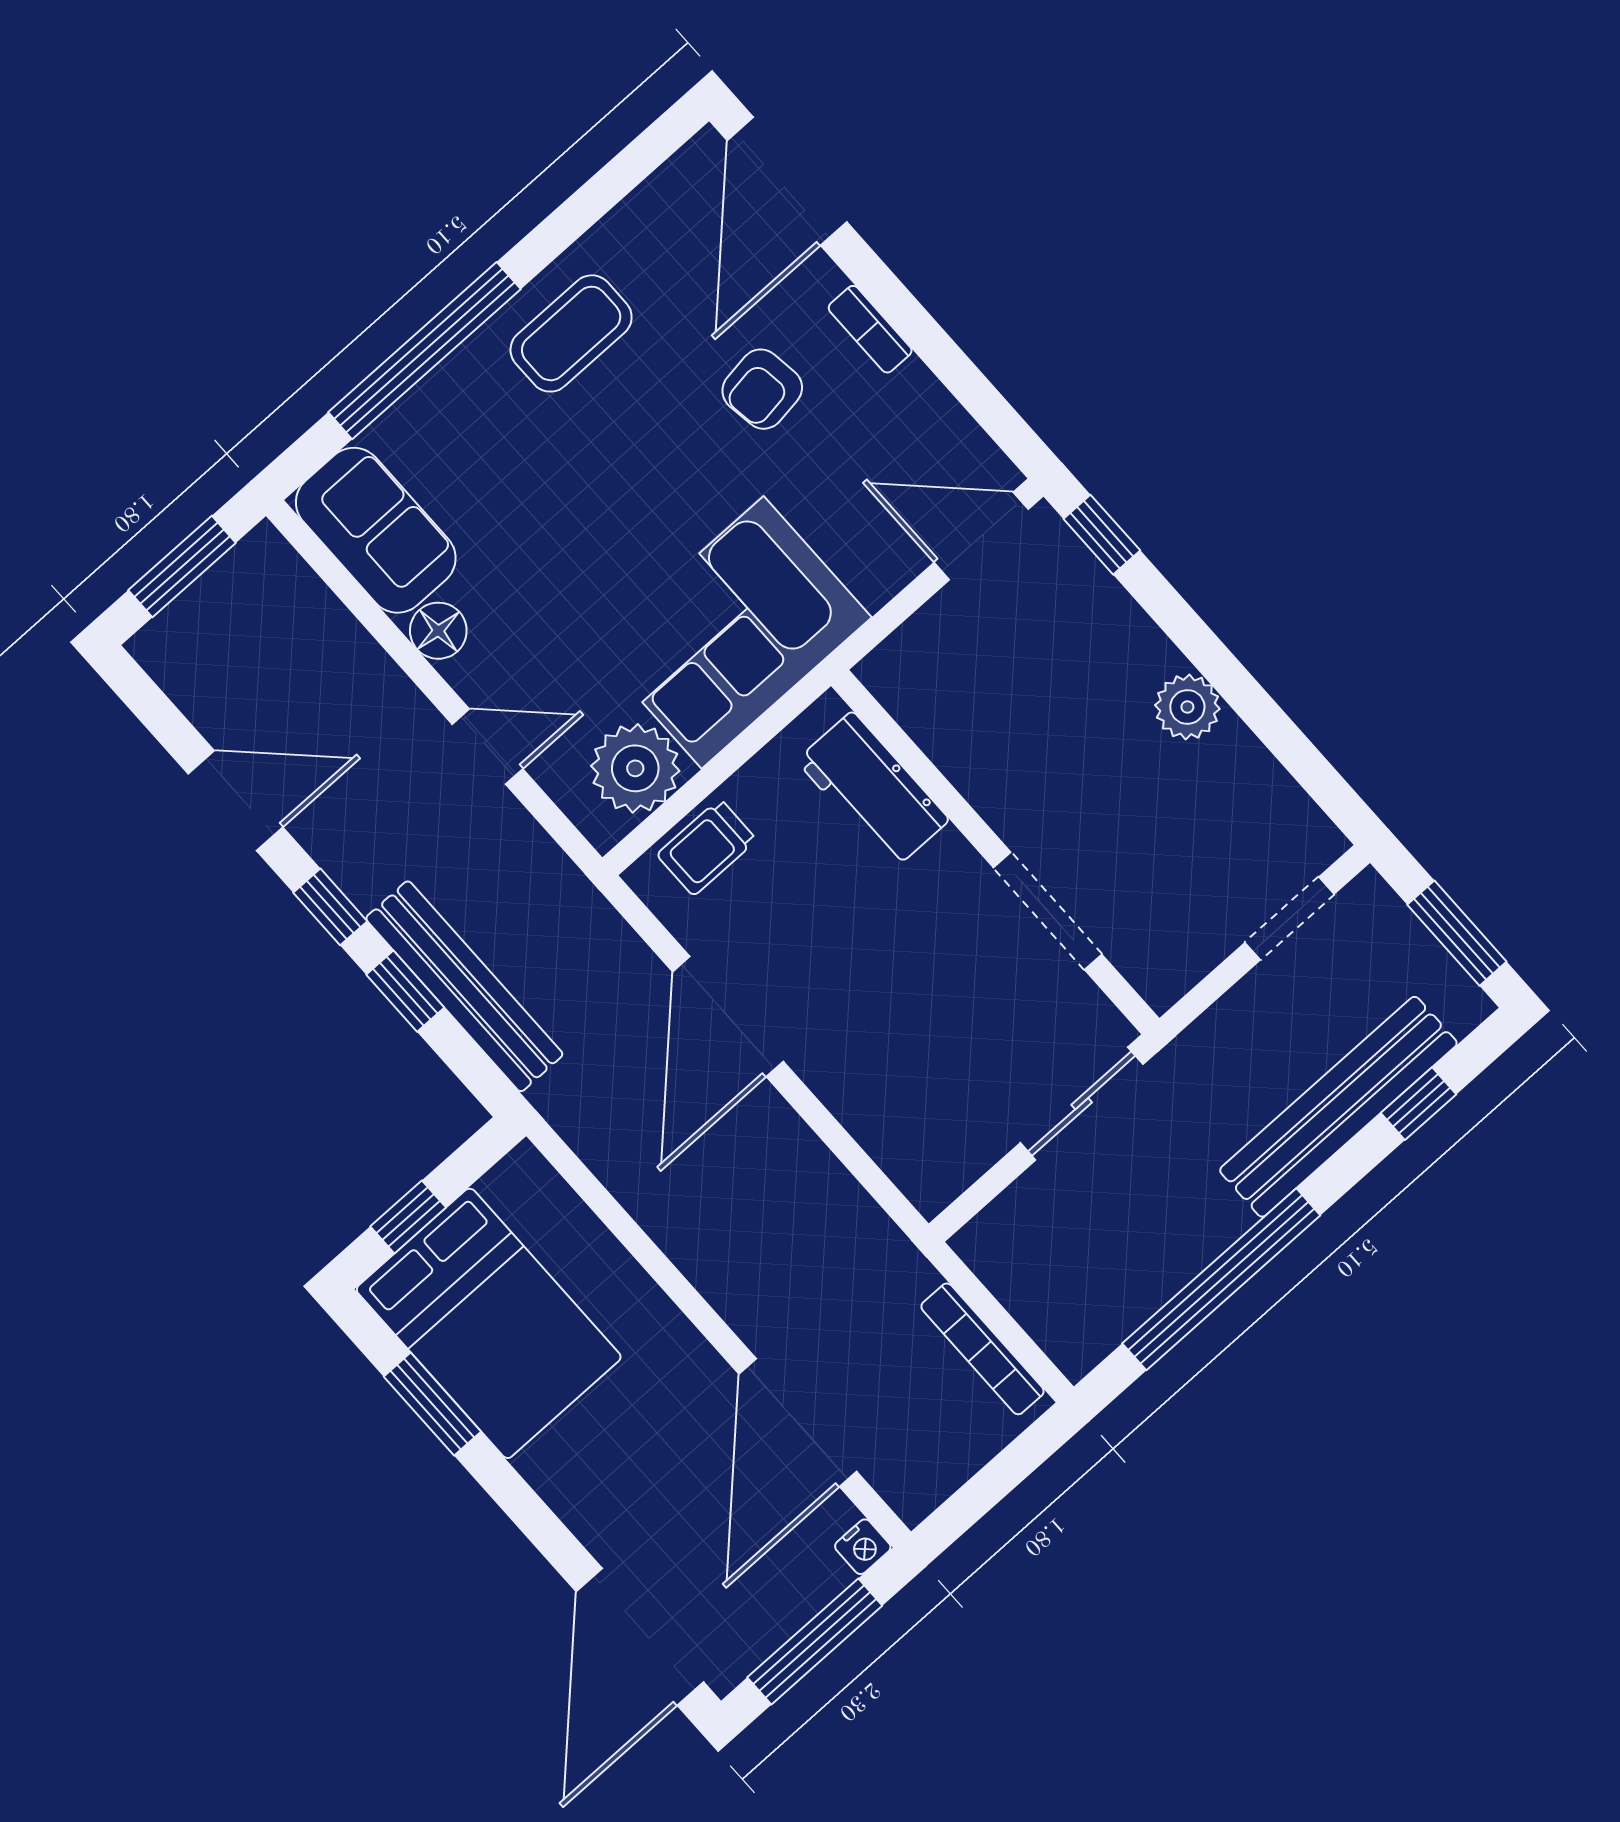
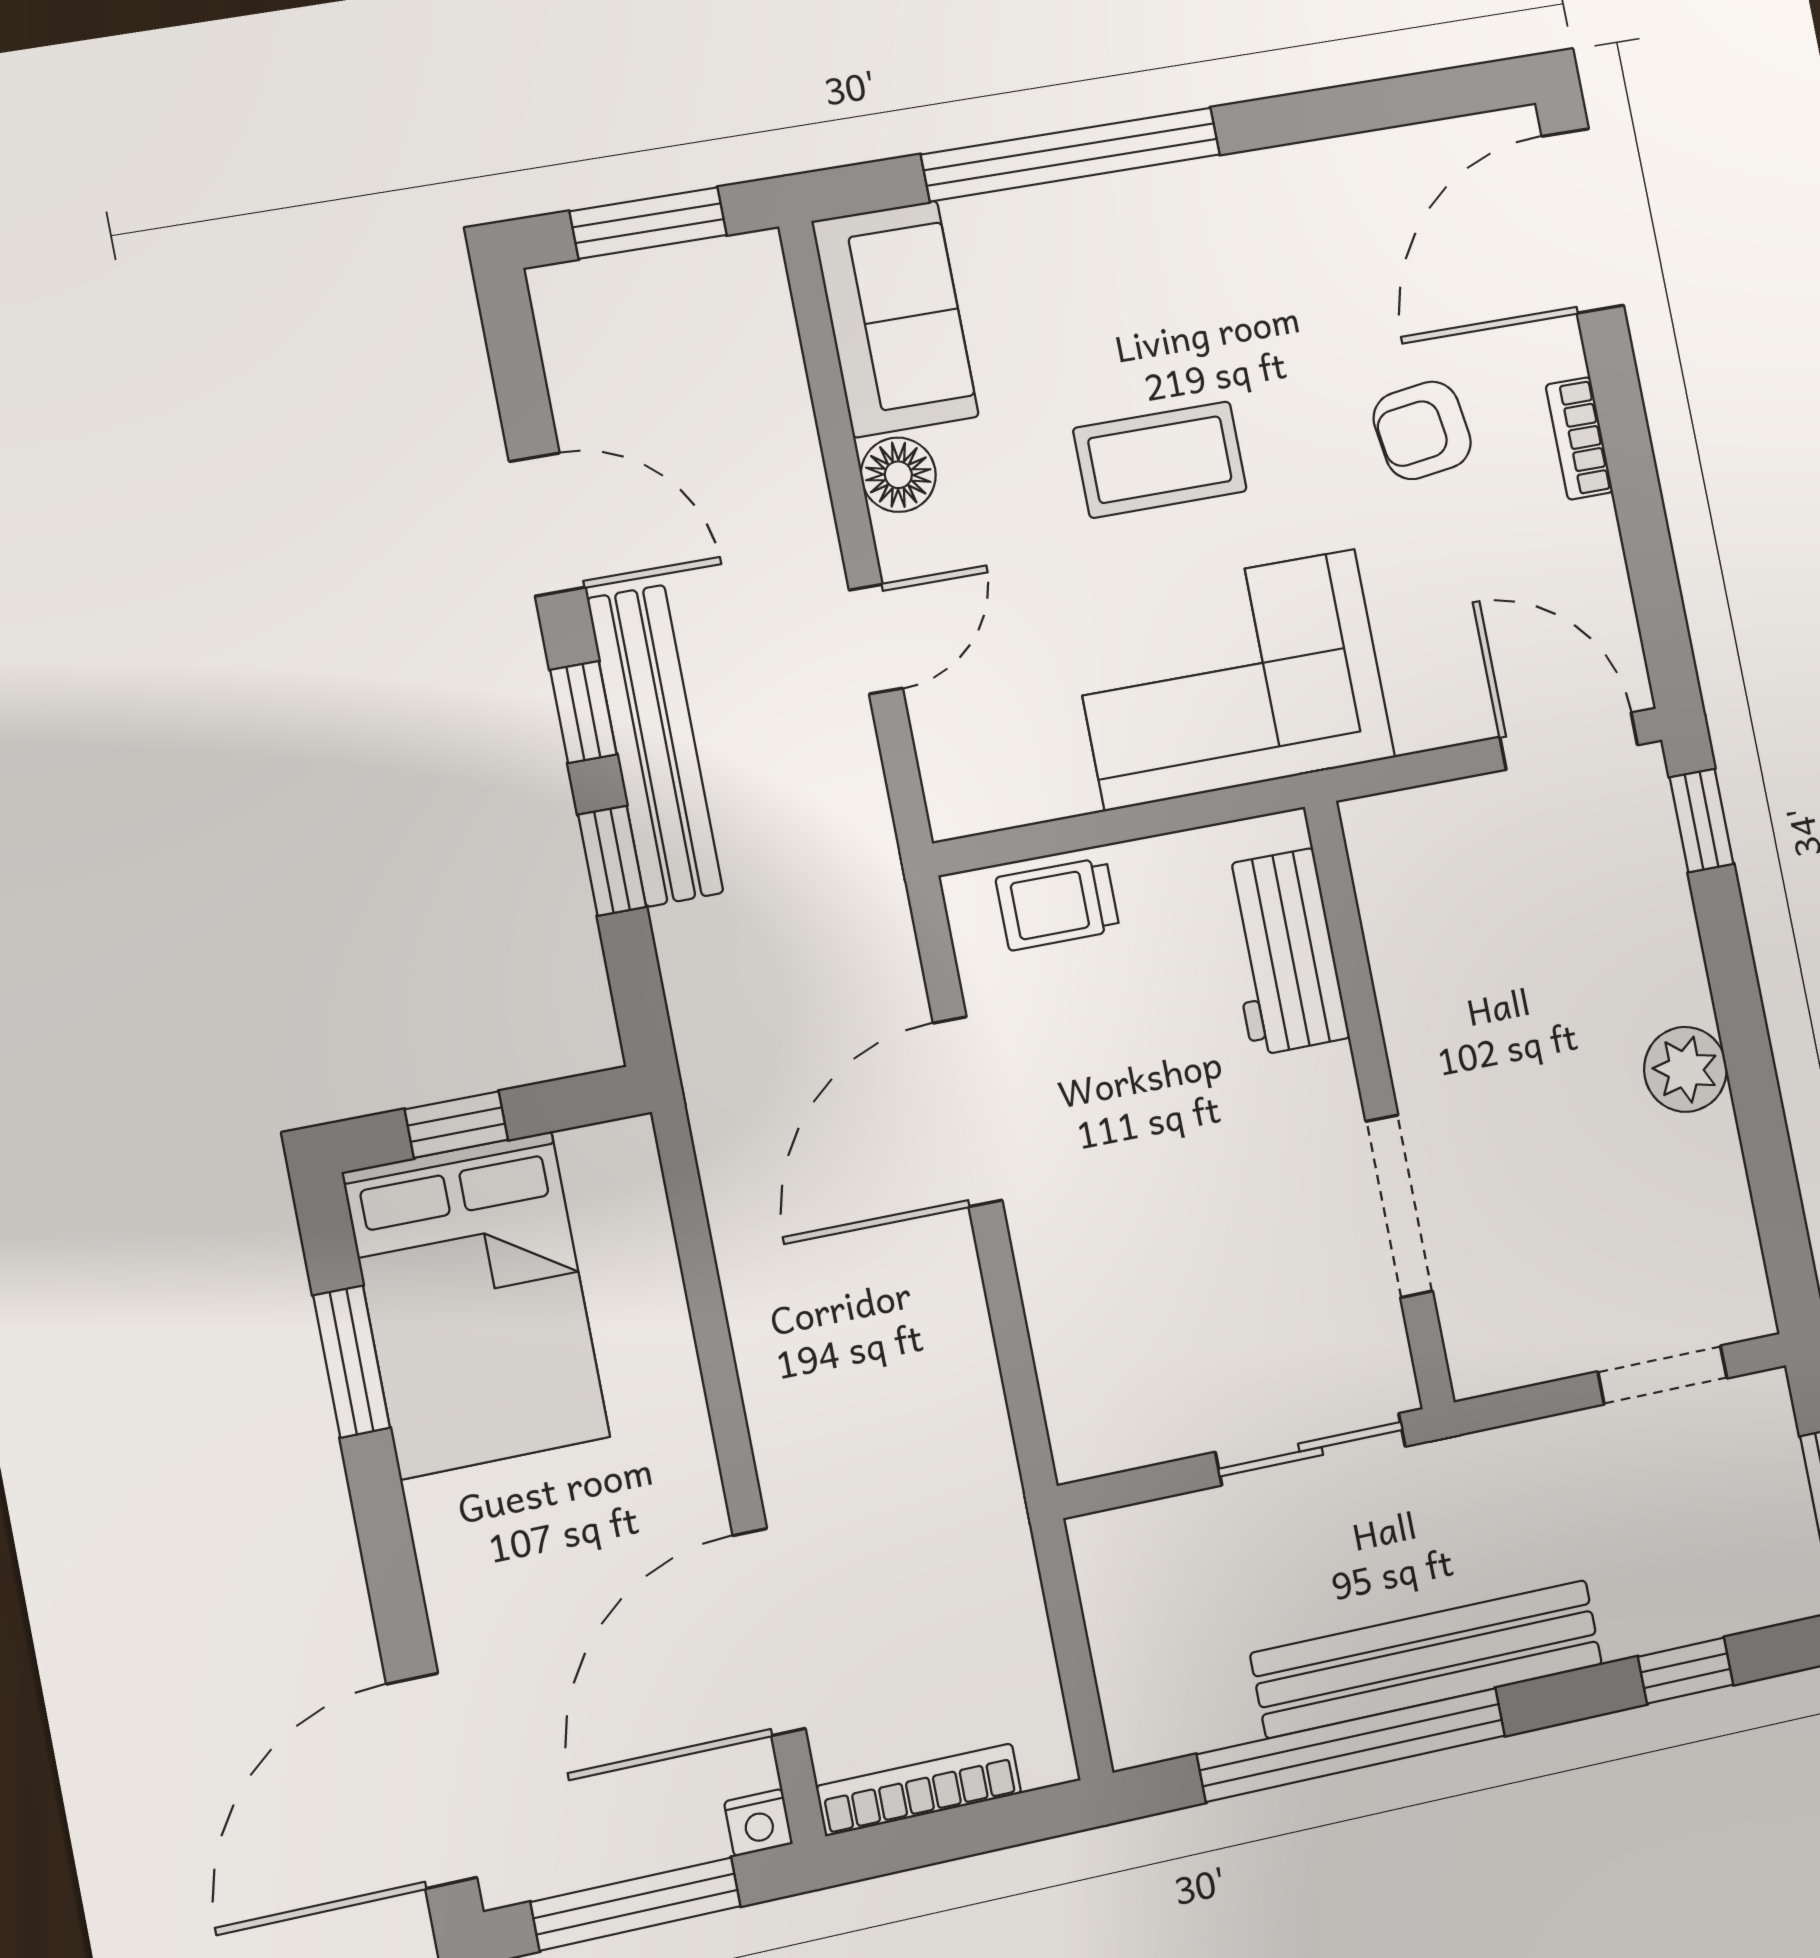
coffee table: (571, 333) -> (1160, 460), moved
door: (487, 747) -> (876, 639), hinge flipped
plant: (635, 768) -> (1030, 766), removed
bench: (464, 986) -> (655, 746), moved
bench: (1338, 1107) -> (1427, 1659), moved
bookcase: (982, 1349) -> (919, 1790), moved, turned 90

